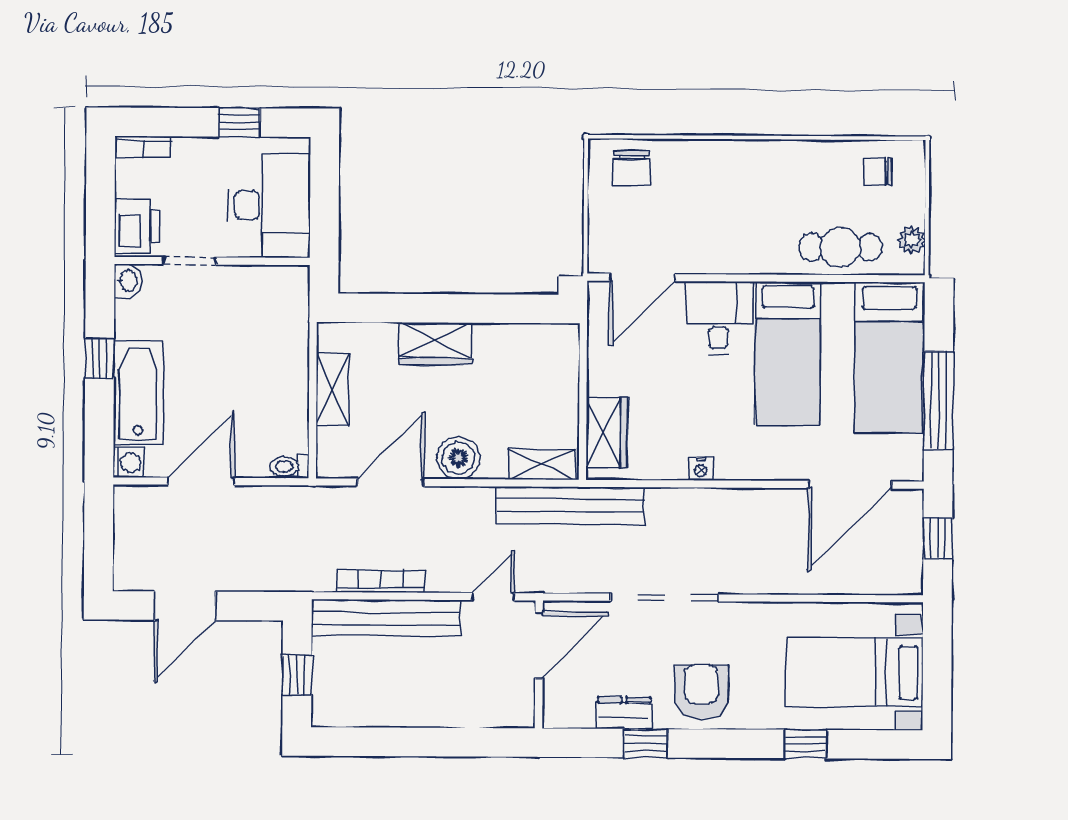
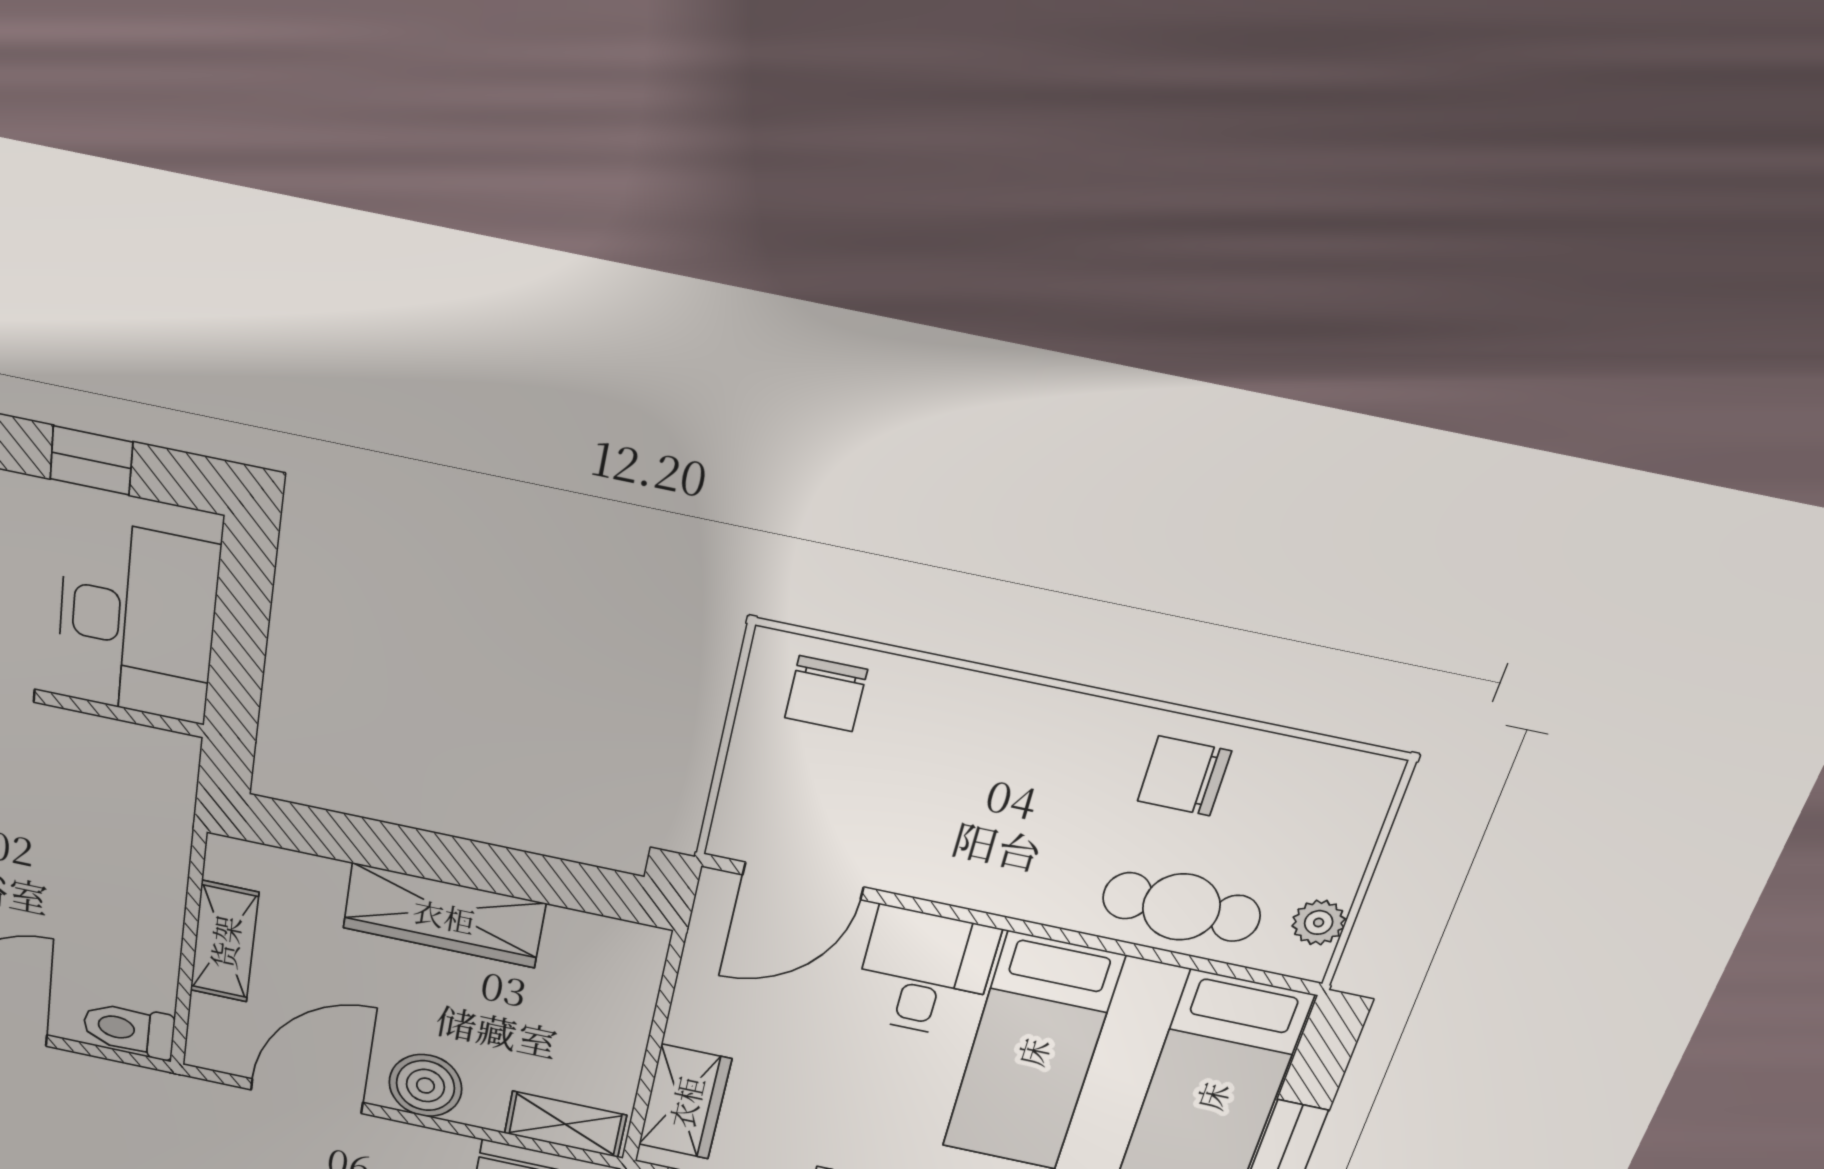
chair: (878, 172) -> (1184, 776), moved, width x1.37, depth x1.37
wardrobe: (436, 344) -> (444, 915), width x1.50
toilet: (290, 466) -> (129, 1030), width x1.37, depth x1.39

